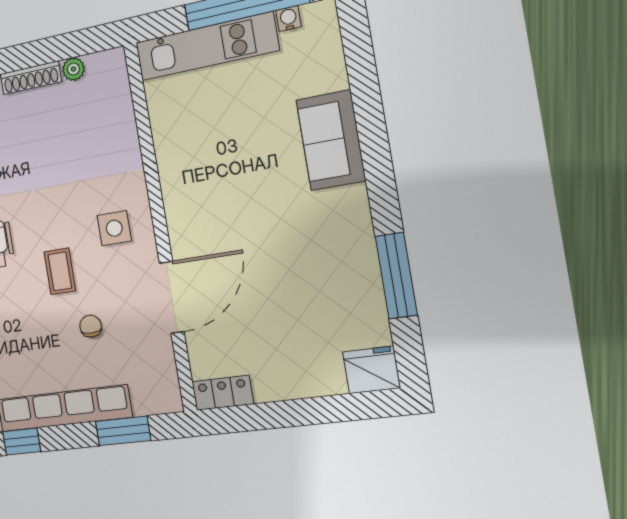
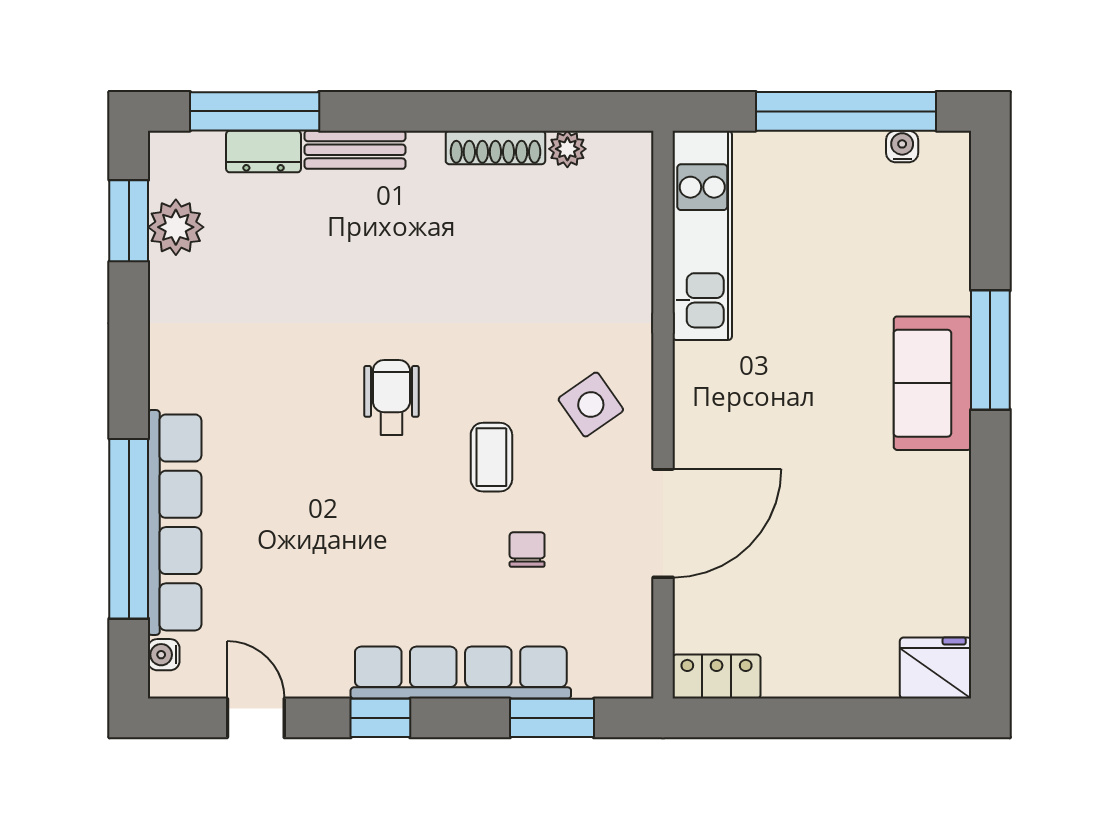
kitchen unit: (206, 47) -> (702, 235), moved, turned -90
sofa: (331, 140) -> (933, 383), moved
side table: (114, 228) -> (591, 405), turned -35
window: (396, 276) -> (990, 350), moved

